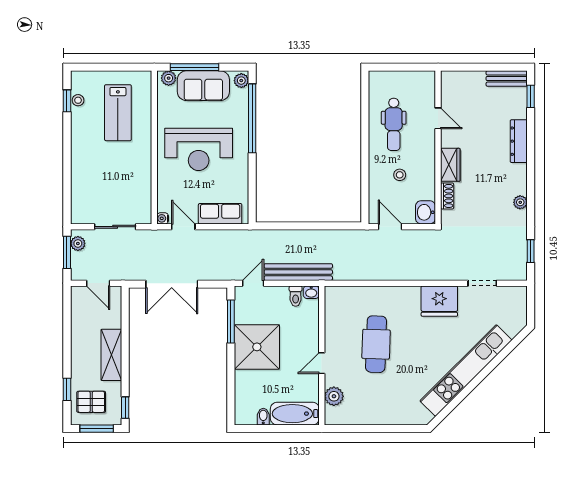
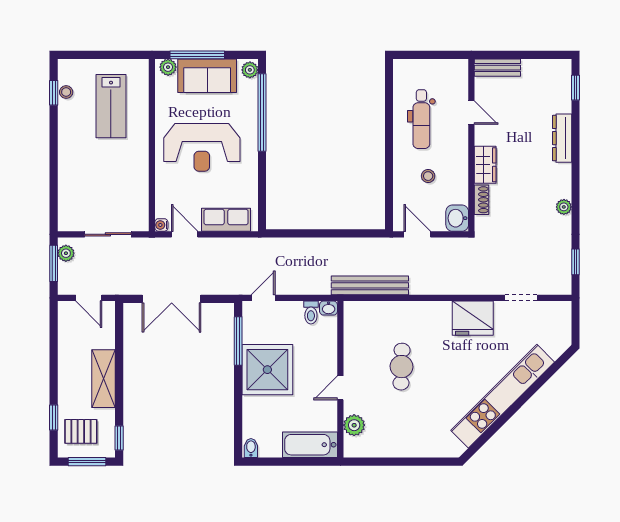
bench: (507, 79) -> (497, 68), moved
bench: (298, 272) -> (370, 285), moved
cafe table: (376, 344) -> (402, 367), width x0.73, depth x0.74
bidet: (263, 417) -> (251, 448), moved

